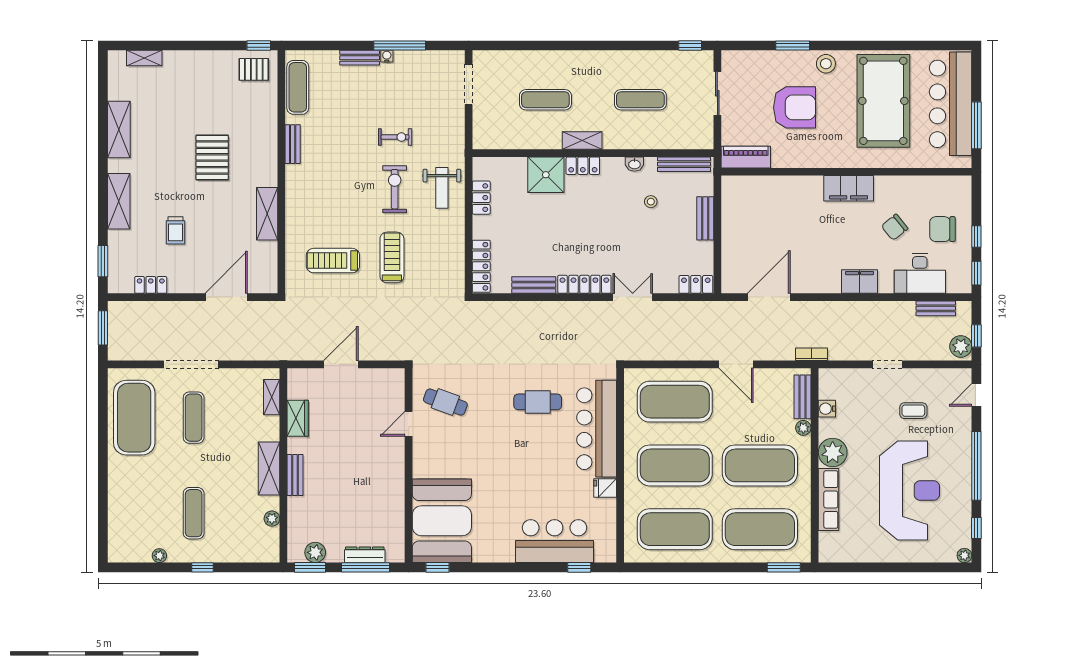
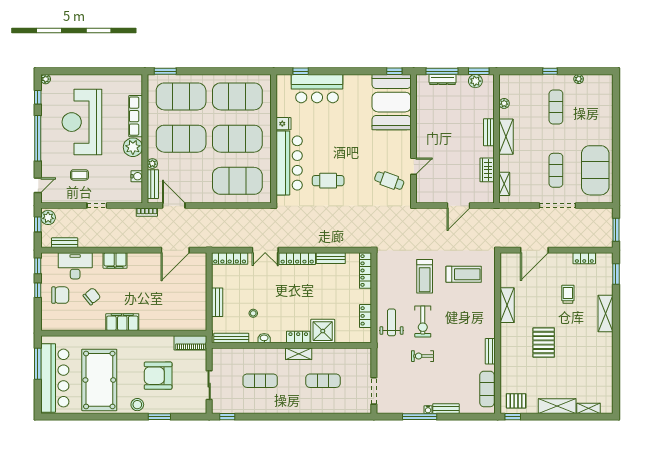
shelving: (119, 130) -> (557, 406), moved, turned 90
locker: (696, 284) -> (230, 259), width x1.53
door: (736, 364) -> (174, 206), moved

